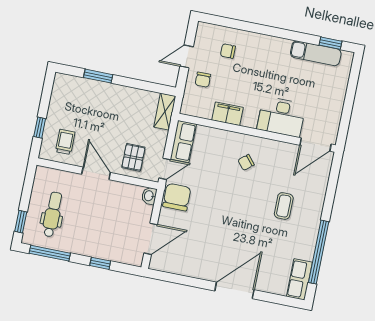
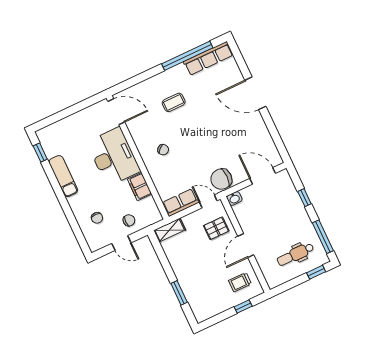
exam couch: (316, 53) -> (63, 176), moved
desk: (281, 117) -> (114, 157), width x1.36, depth x1.30
row of seats: (299, 279) -> (208, 58), width x1.48

